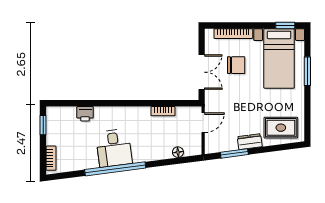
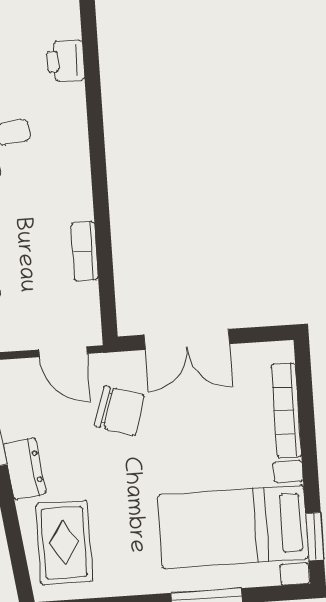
chair: (236, 65) -> (120, 411), moved, turned -73

